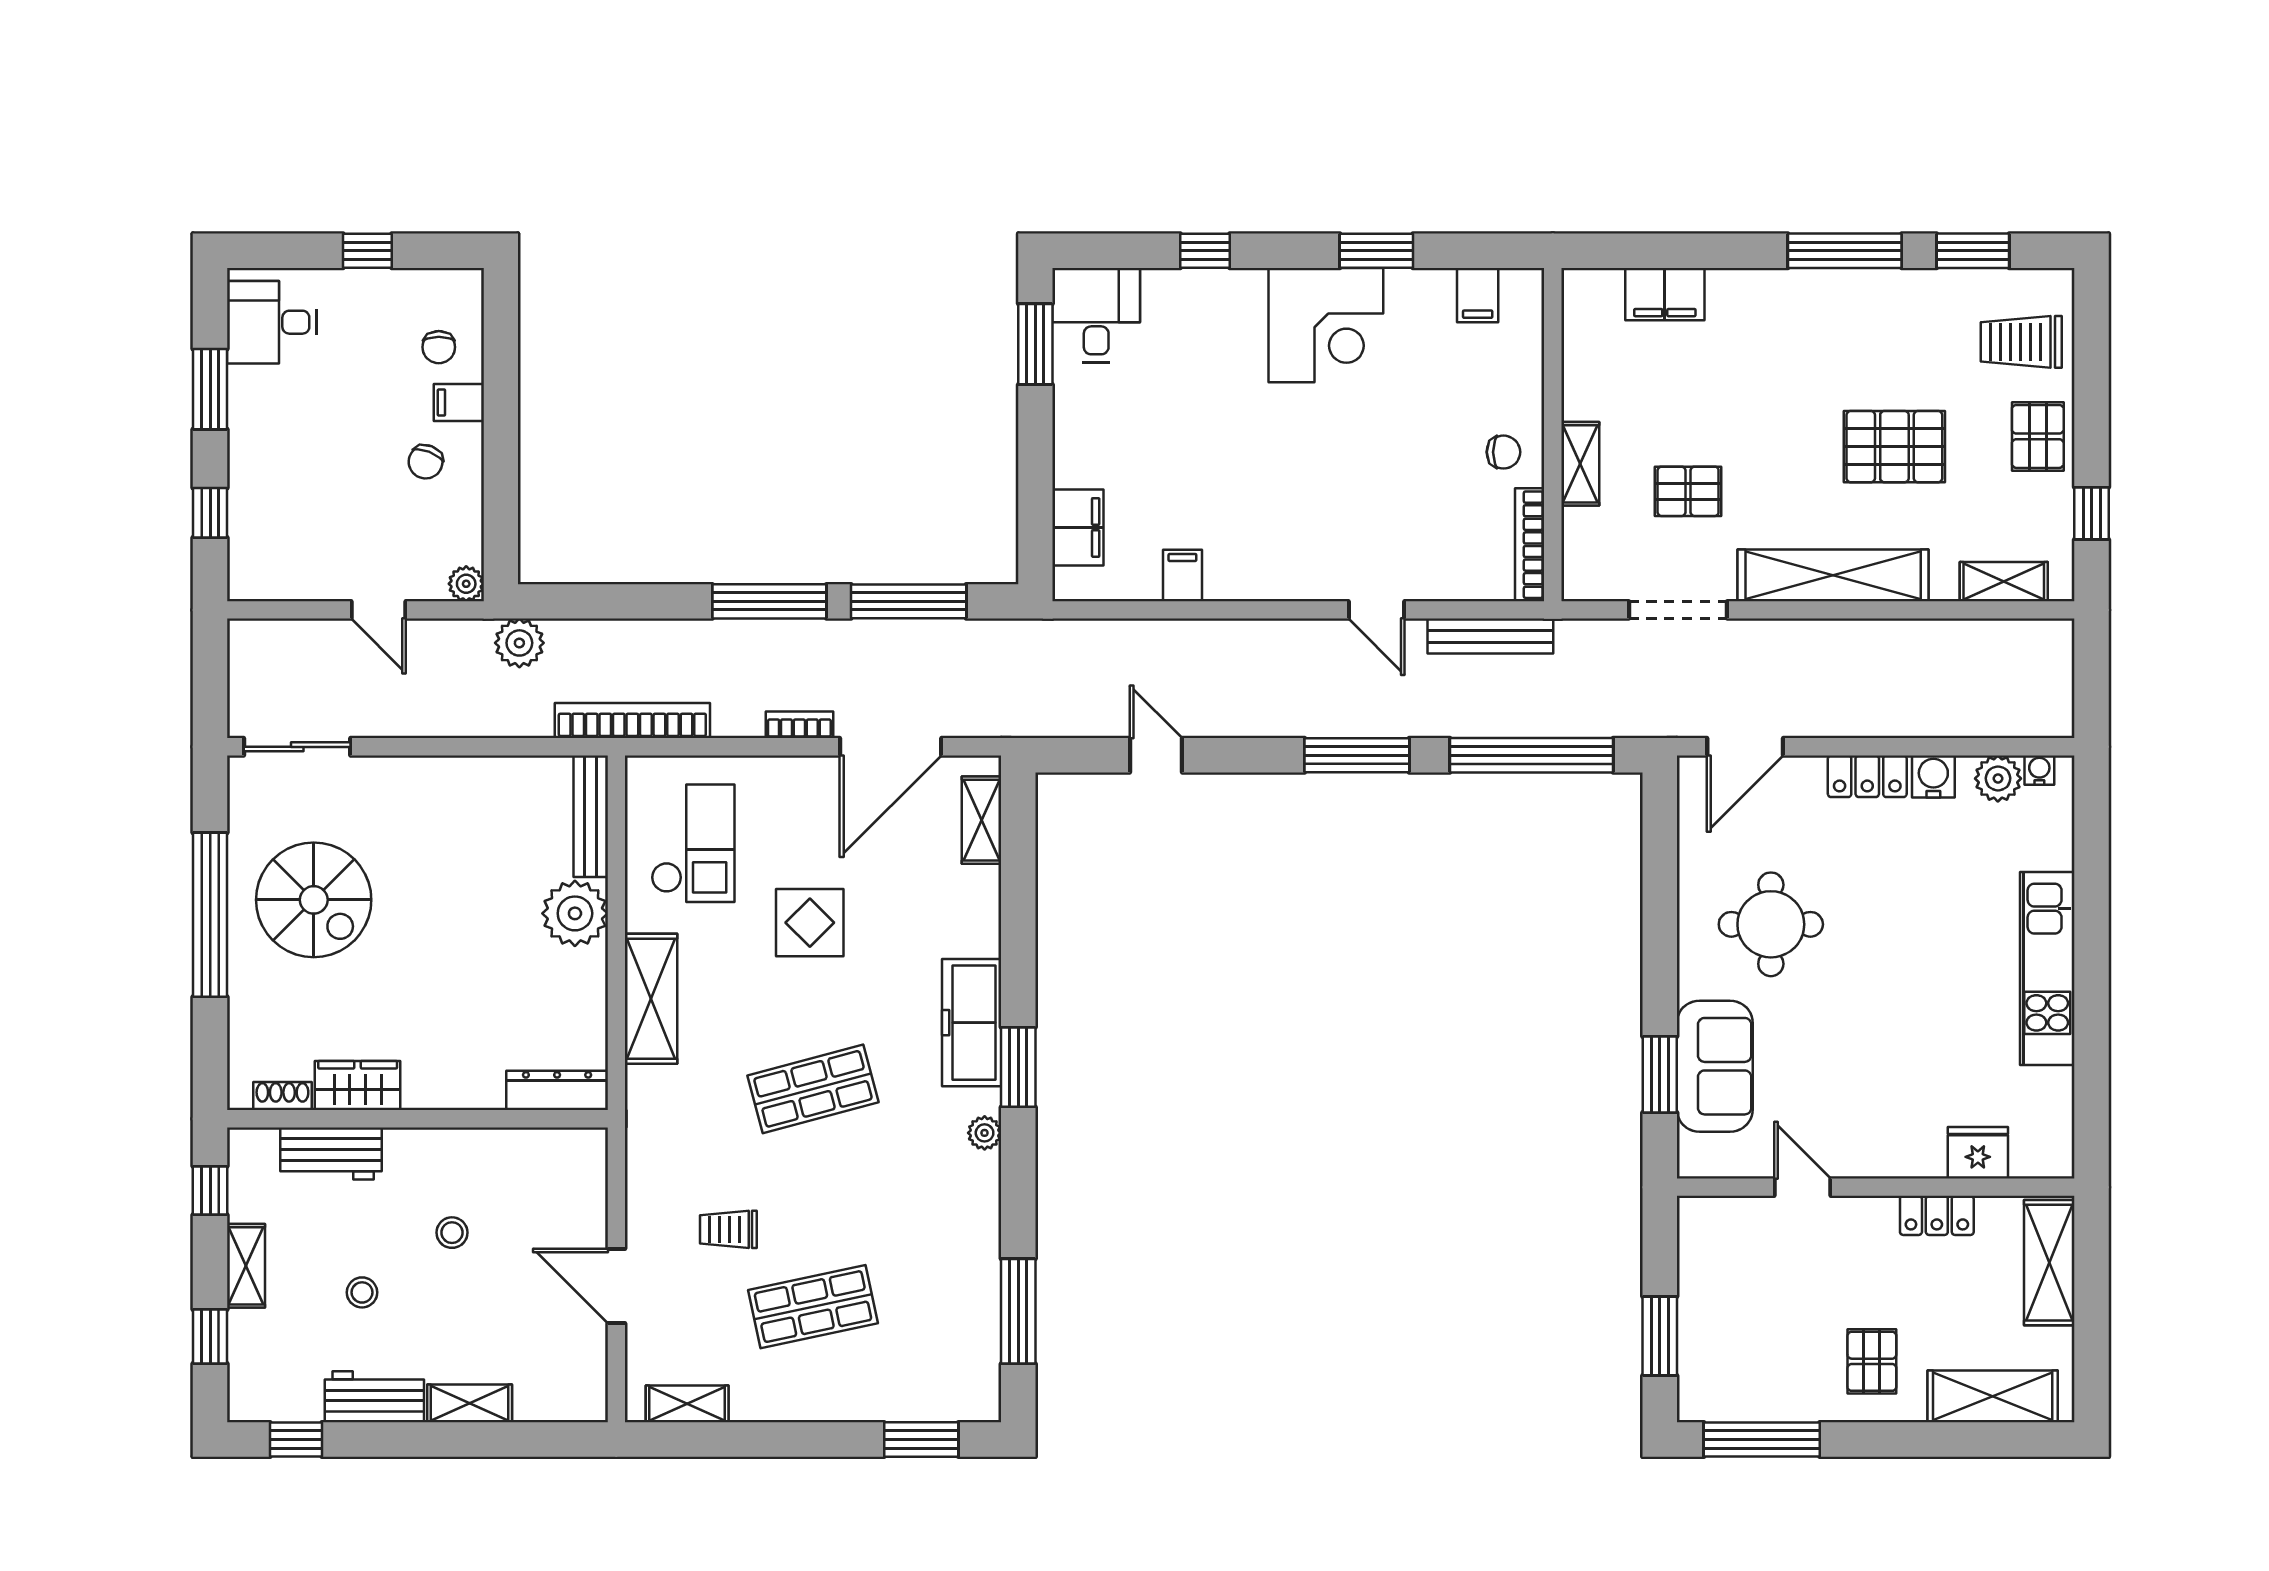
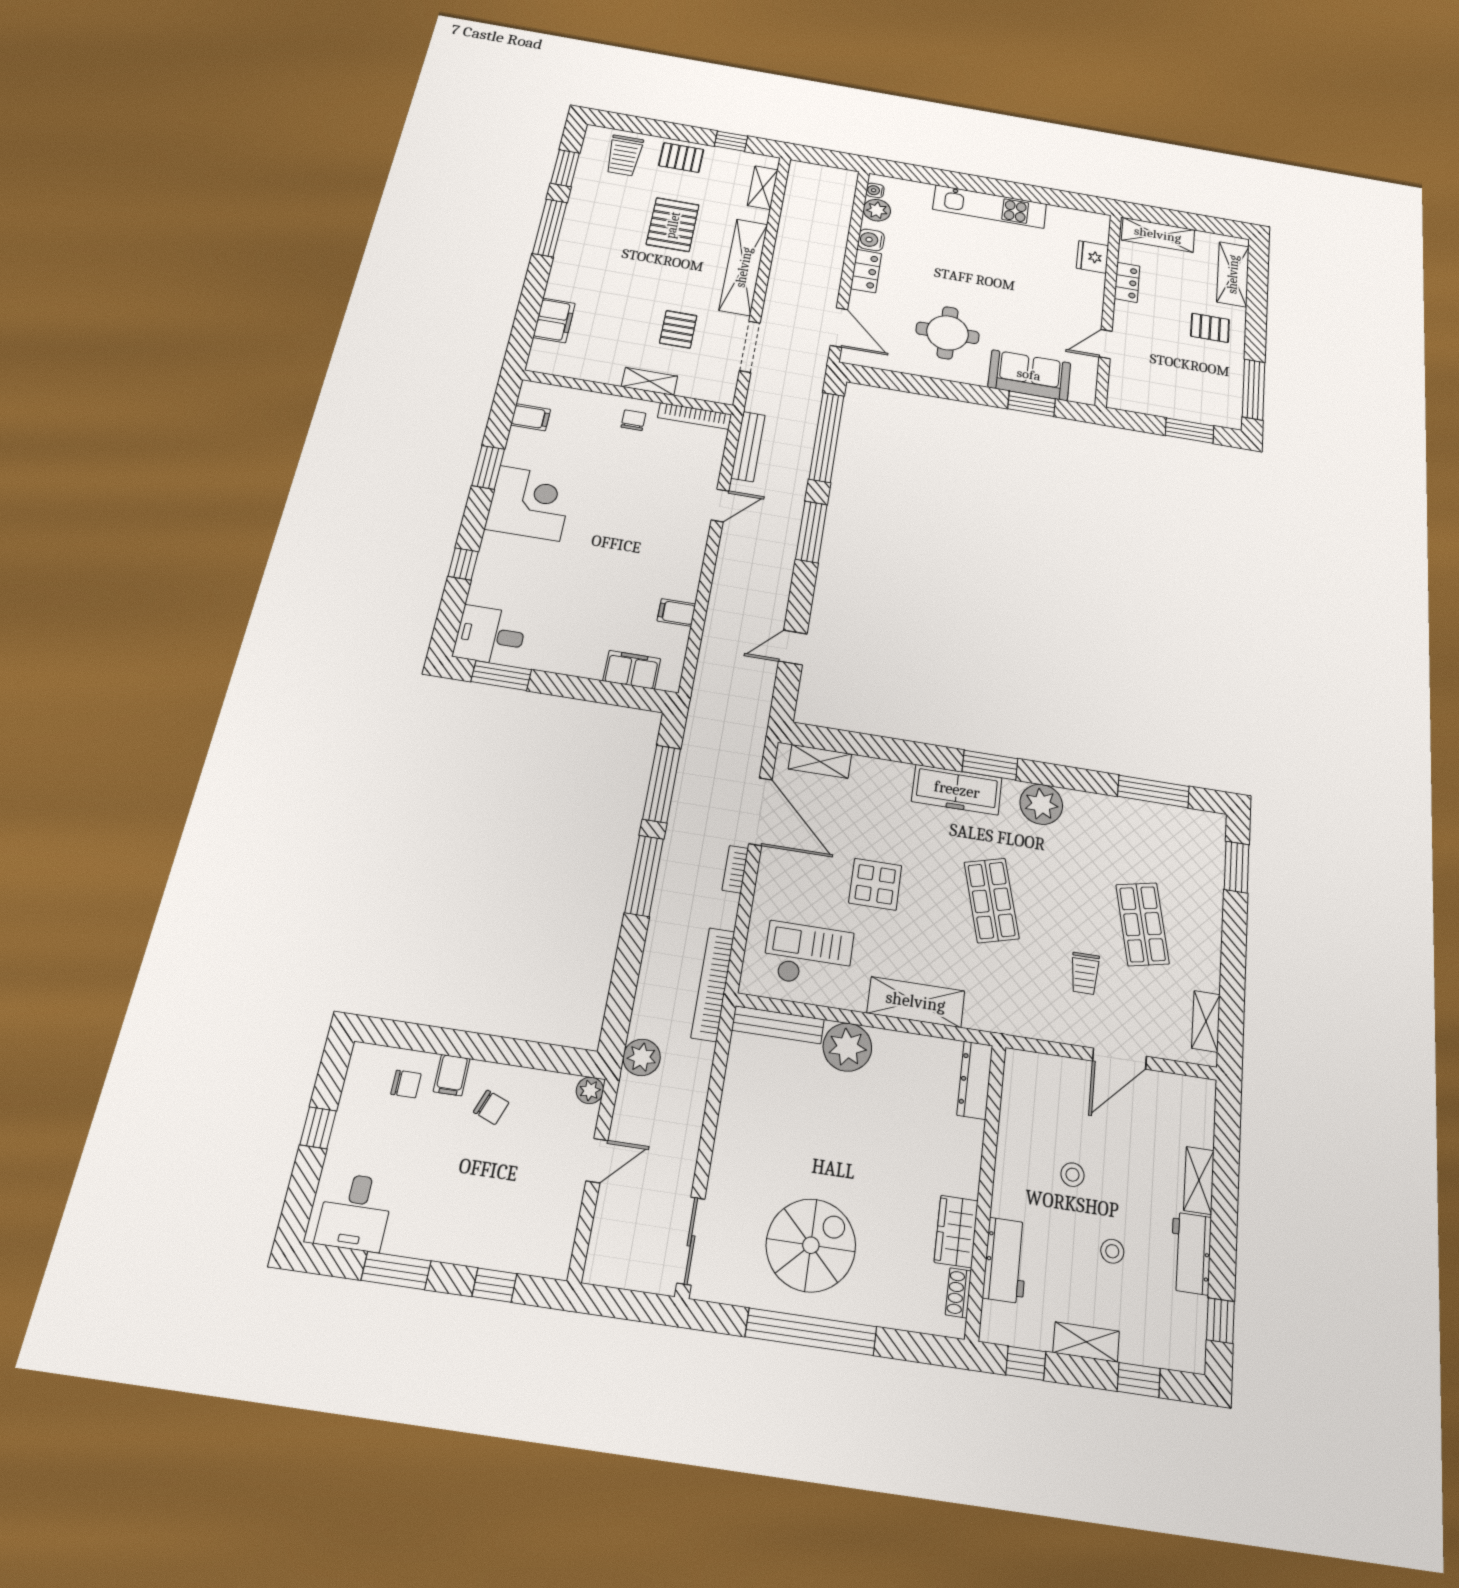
plant: (985, 1133) -> (1041, 804), width x1.88, depth x1.88

